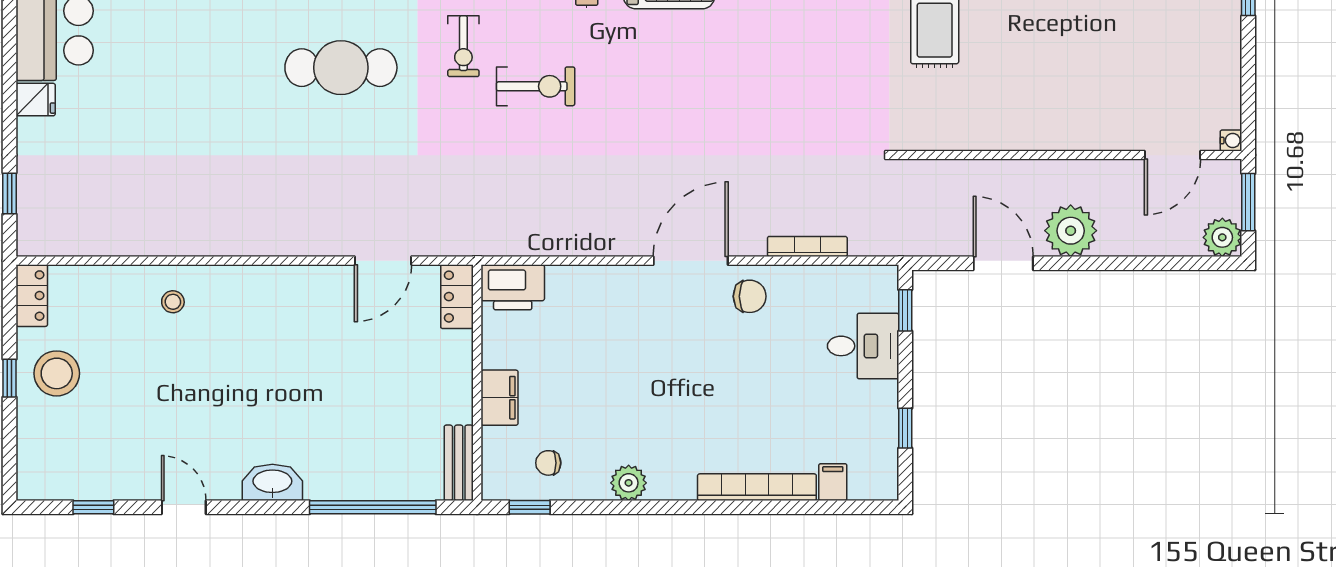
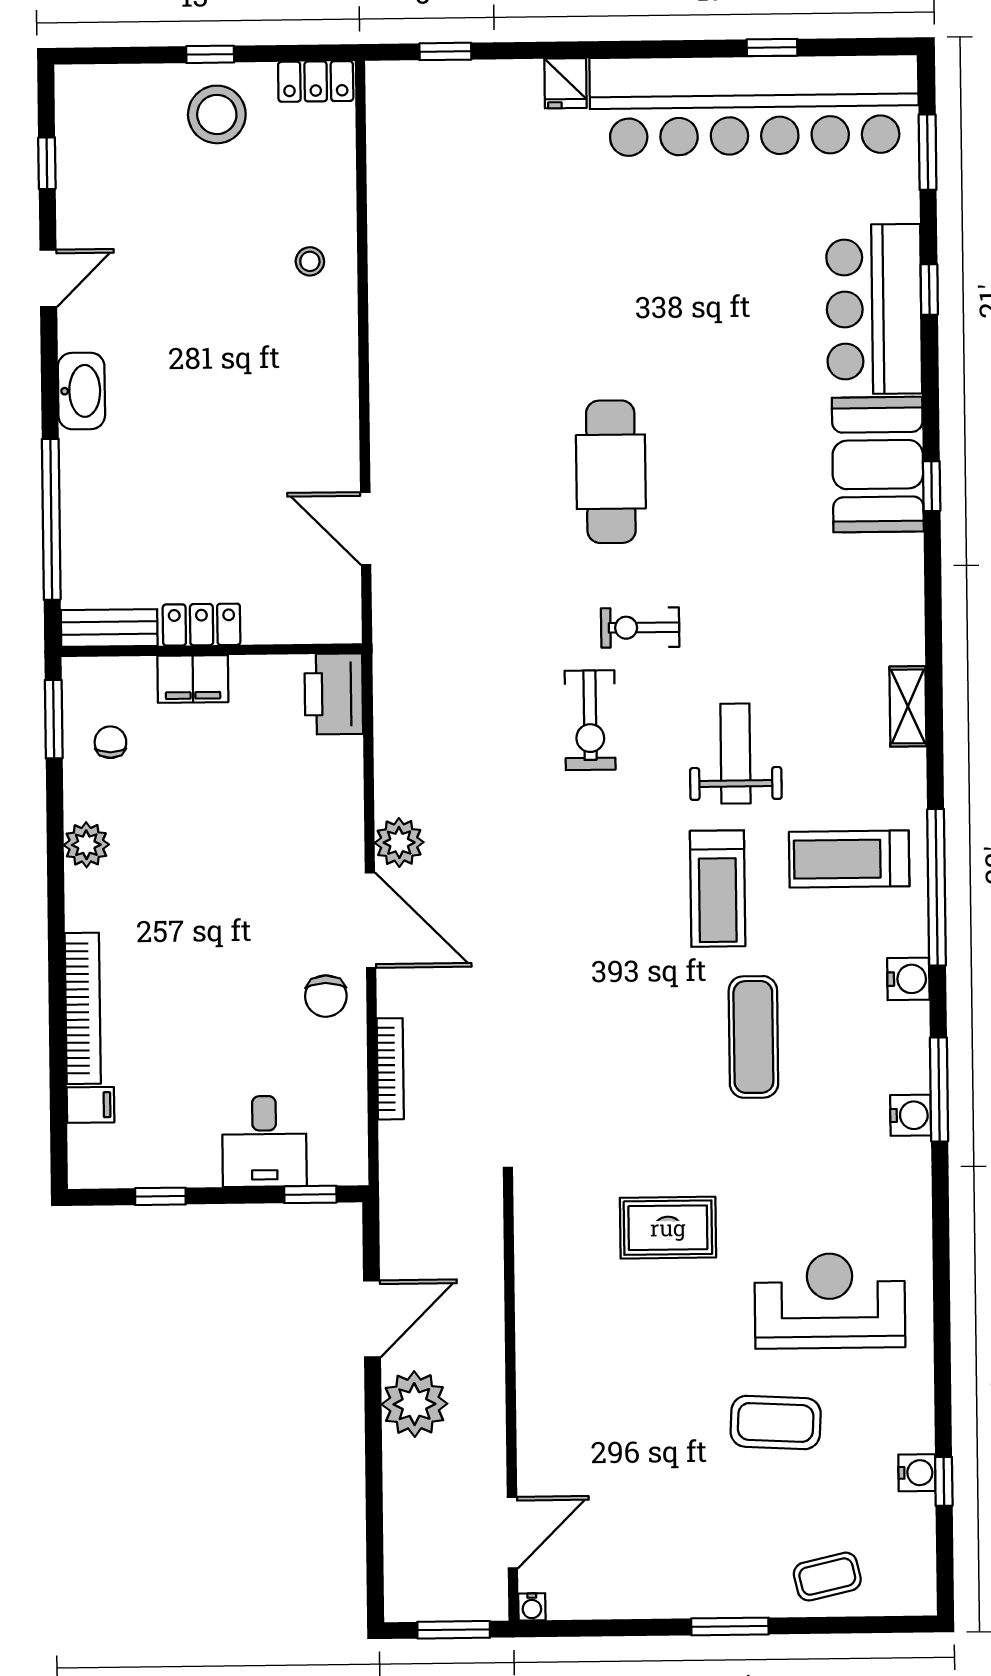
door: (1172, 155) -> (512, 1533), swing flipped
plant: (1222, 237) -> (399, 843), moved
locker: (457, 297) -> (202, 625), moved
window: (530, 507) -> (54, 719), width x1.50

